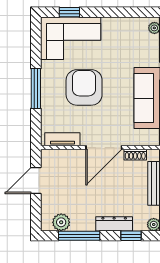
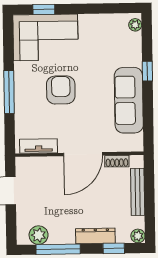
armchair: (84, 87) -> (61, 90), width x0.73, depth x0.73

